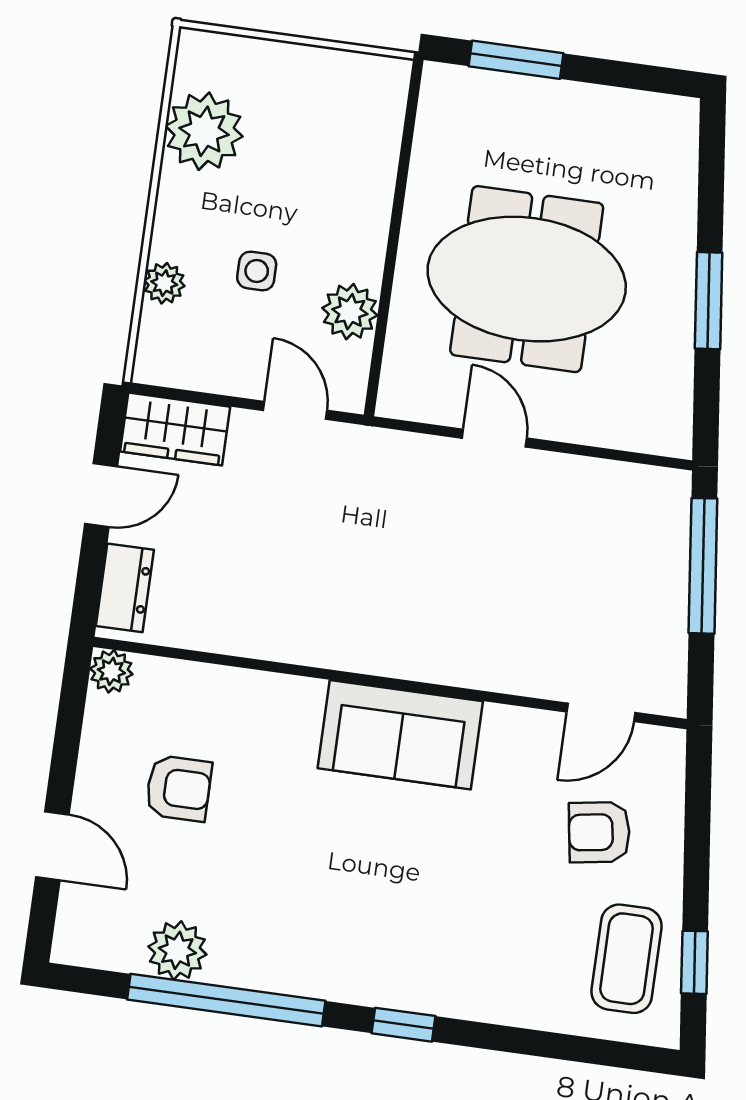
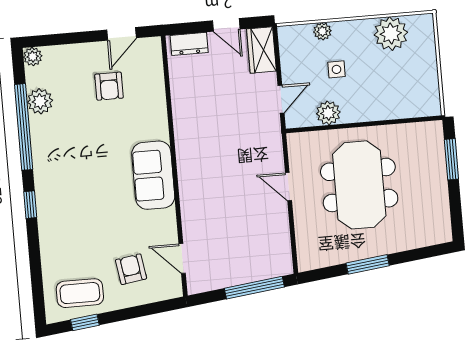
door: (494, 438) -> (288, 187), swing flipped
plant: (111, 671) -> (33, 57), moved
door: (52, 846) -> (121, 34), moved

